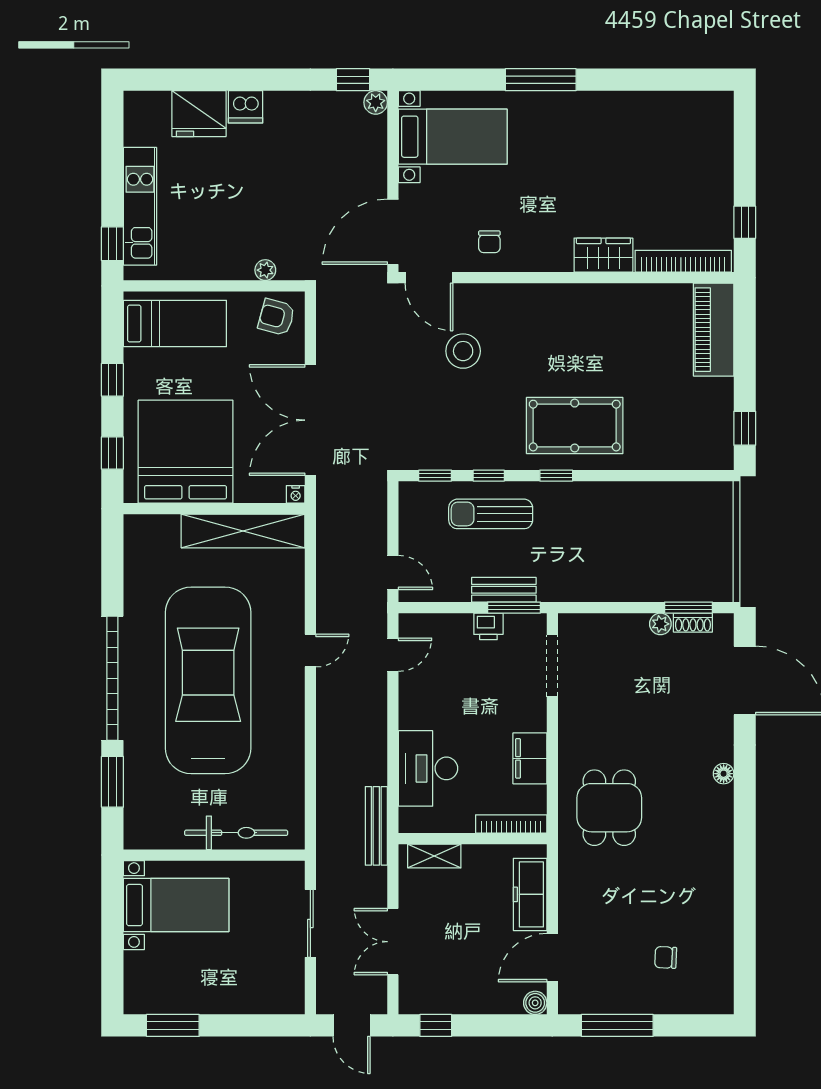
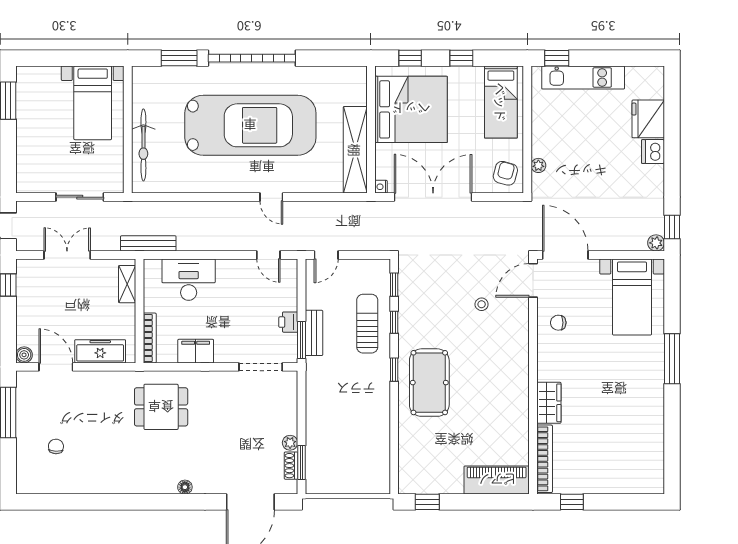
stool: (463, 351) -> (482, 304), width x0.53, depth x0.53

